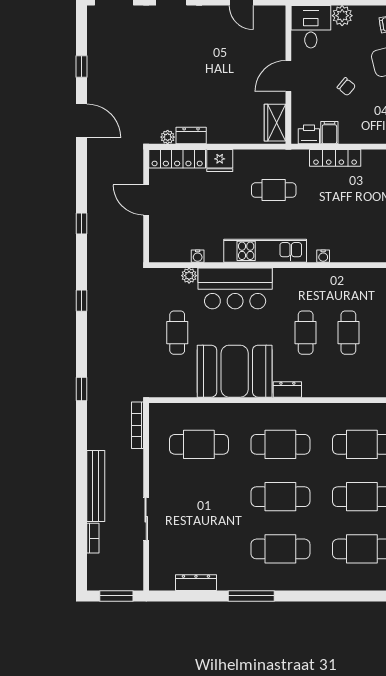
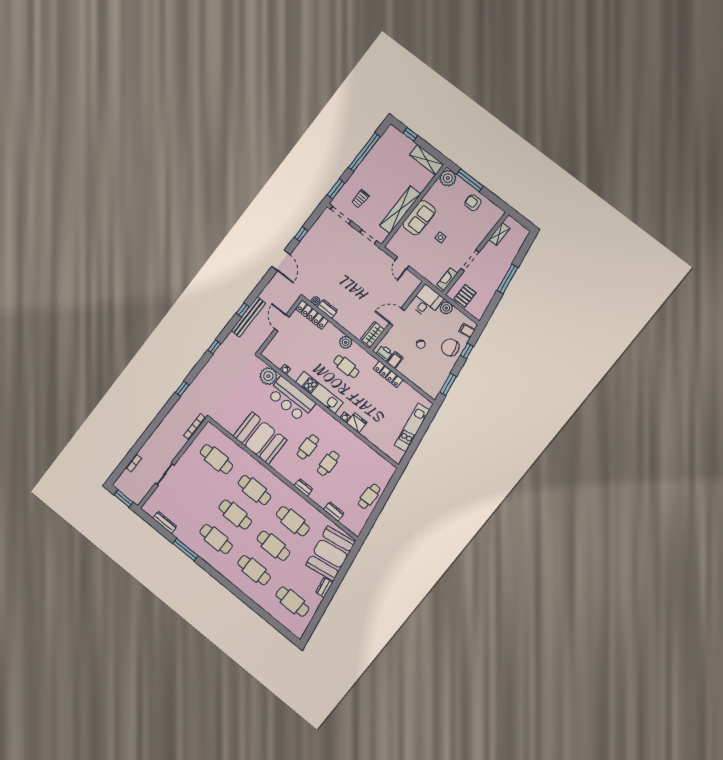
plant: (248, 160) -> (346, 342), added
fridge: (220, 161) -> (357, 423), moved, turned 180
plant: (189, 276) -> (268, 376), width x1.87, depth x1.87
cafe table: (177, 333) -> (247, 398), removed
dresser: (287, 389) -> (303, 487), moved
bench: (96, 486) -> (248, 317), moved

